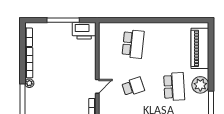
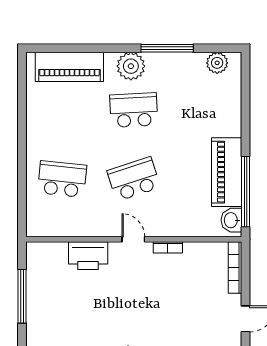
printer: (84, 31) -> (88, 256), moved, turned 90
school desk: (133, 87) -> (134, 179), width x1.85

